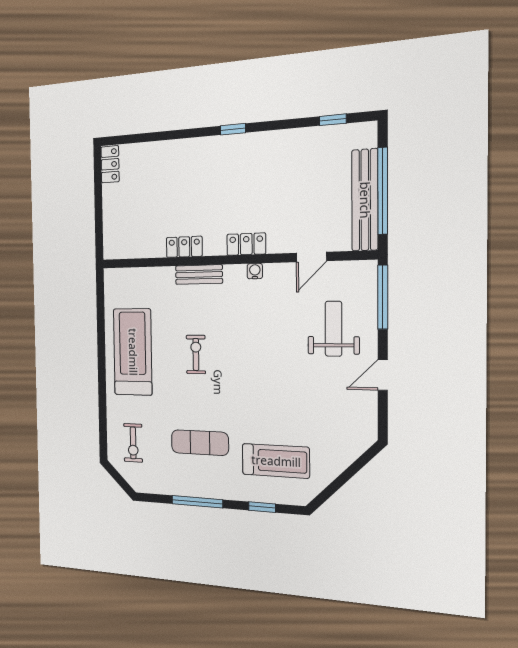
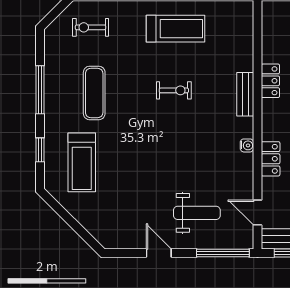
locker: (246, 244) -> (271, 159), moved
door: (311, 257) -> (257, 213), moved
treadmill: (133, 352) -> (176, 29), width x0.73, depth x0.73

